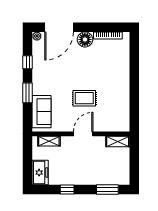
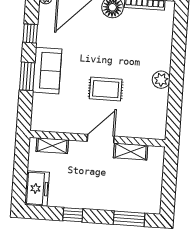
plant: (123, 89) -> (161, 80), added
sofa: (42, 112) -> (47, 71), moved
shelving: (118, 142) -> (131, 152), moved

